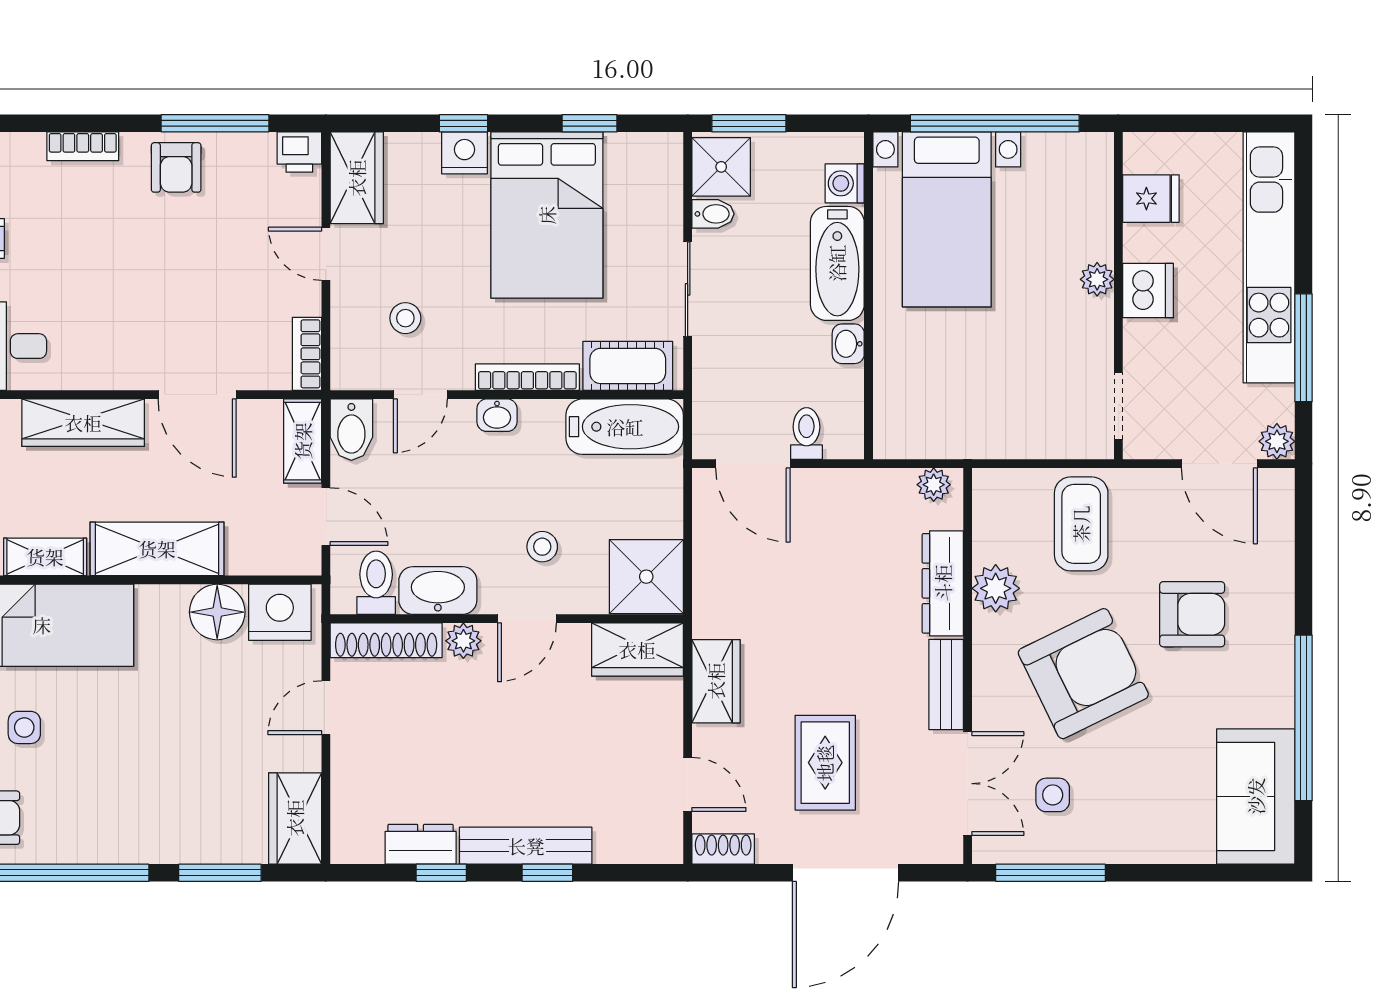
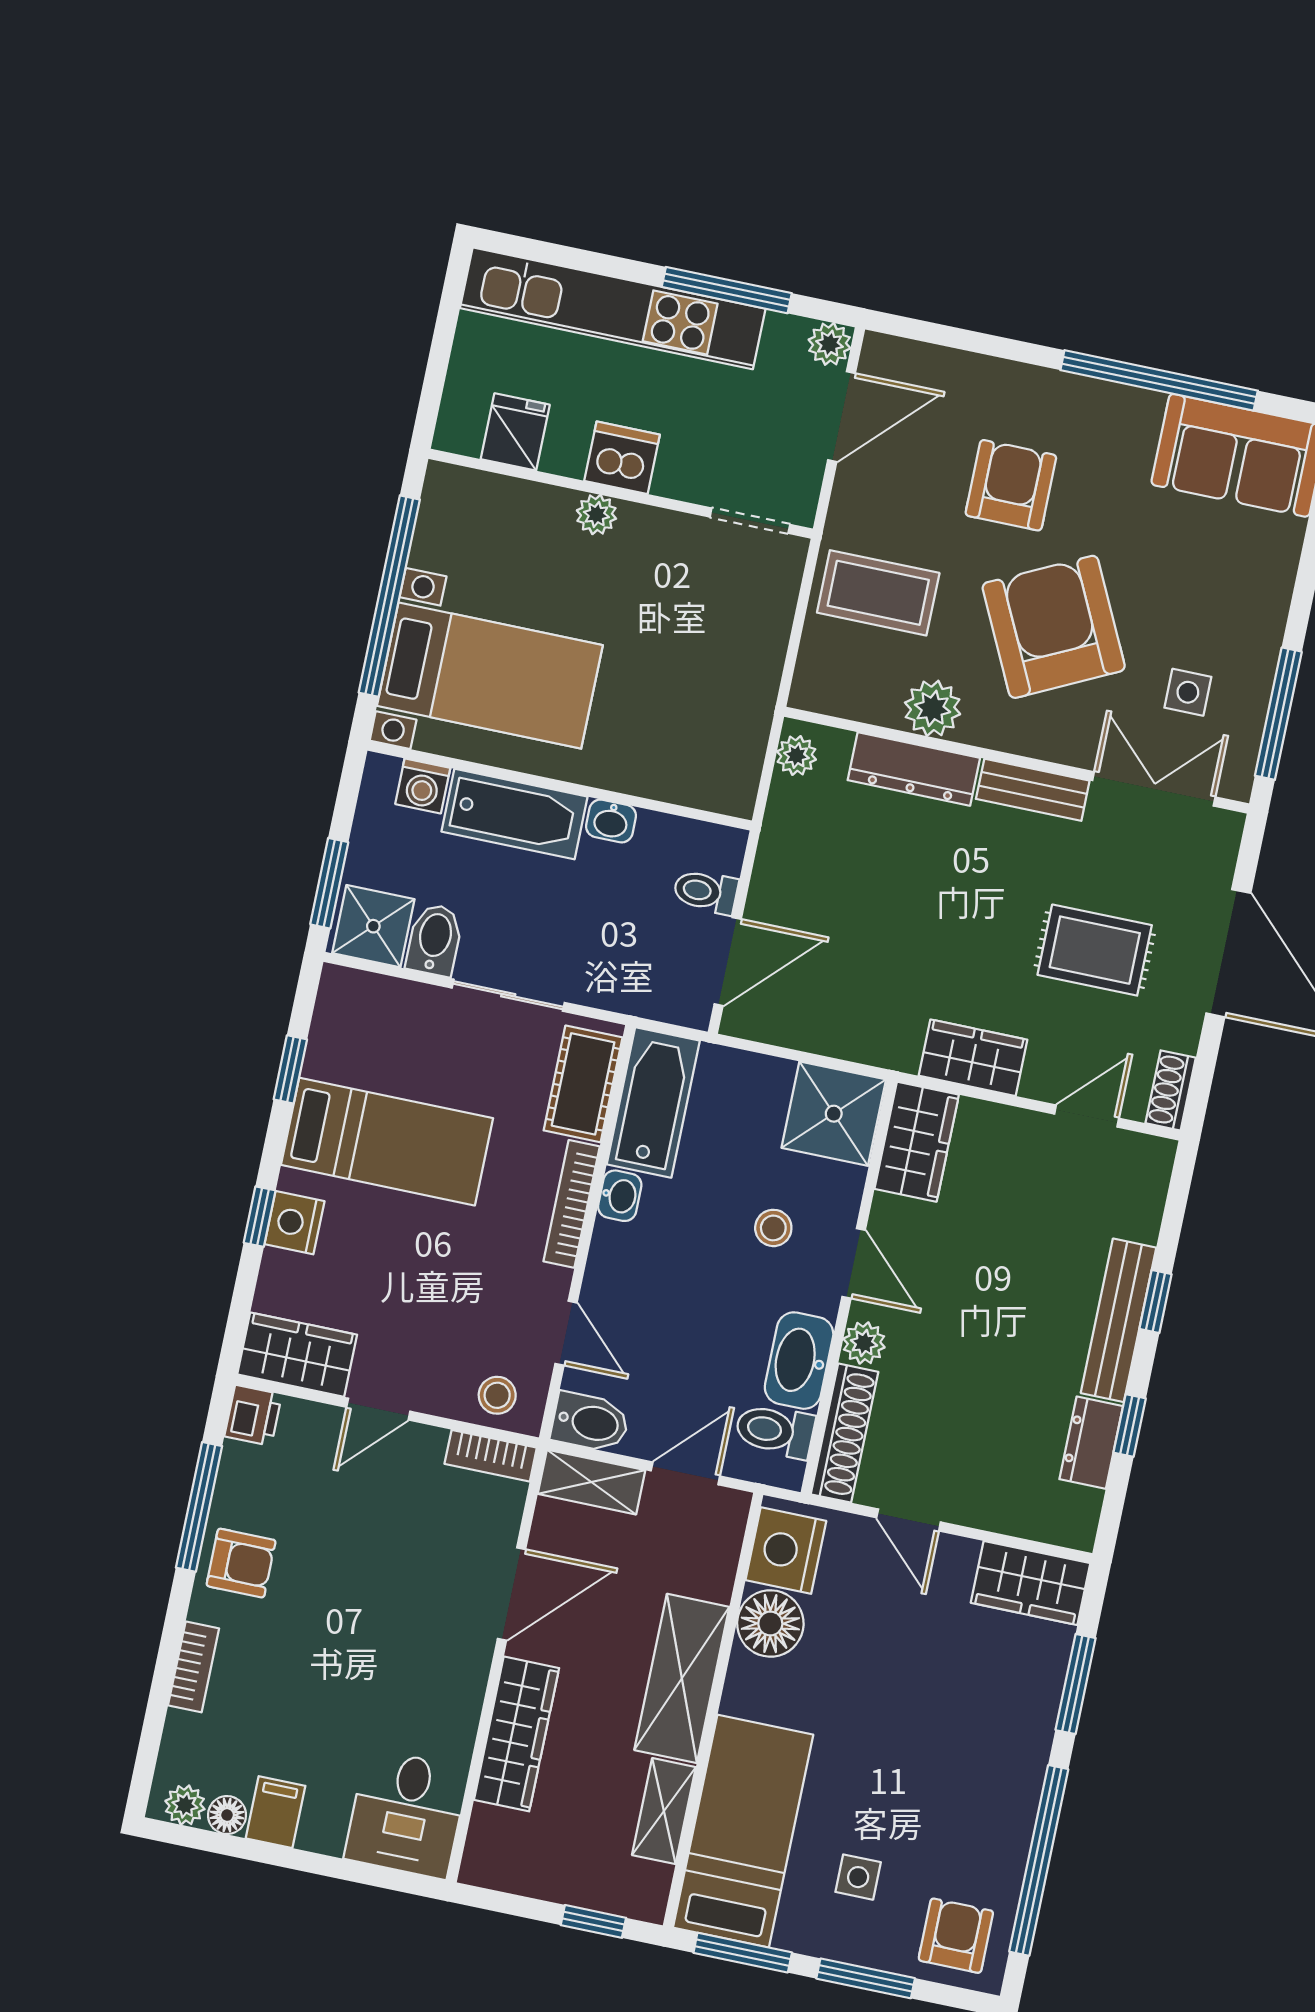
bidet: (713, 214) -> (435, 940), width x1.38, depth x1.36
bed: (547, 215) -> (387, 1142), width x0.67
stool: (405, 318) -> (497, 1395), moved
washbasin: (497, 415) -> (620, 1196), moved

